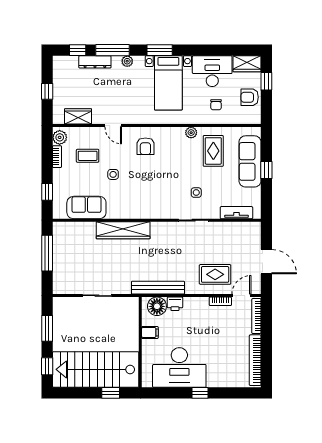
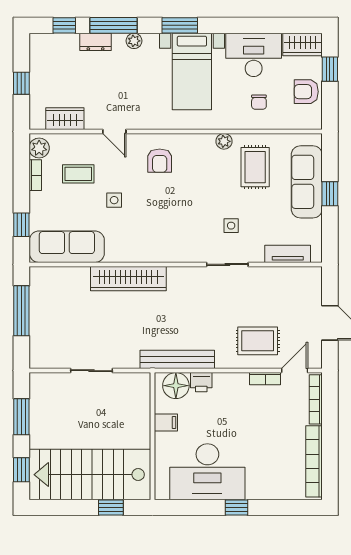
dresser: (95, 62) -> (96, 42), width x0.70
sofa: (86, 208) -> (67, 247), width x1.36

